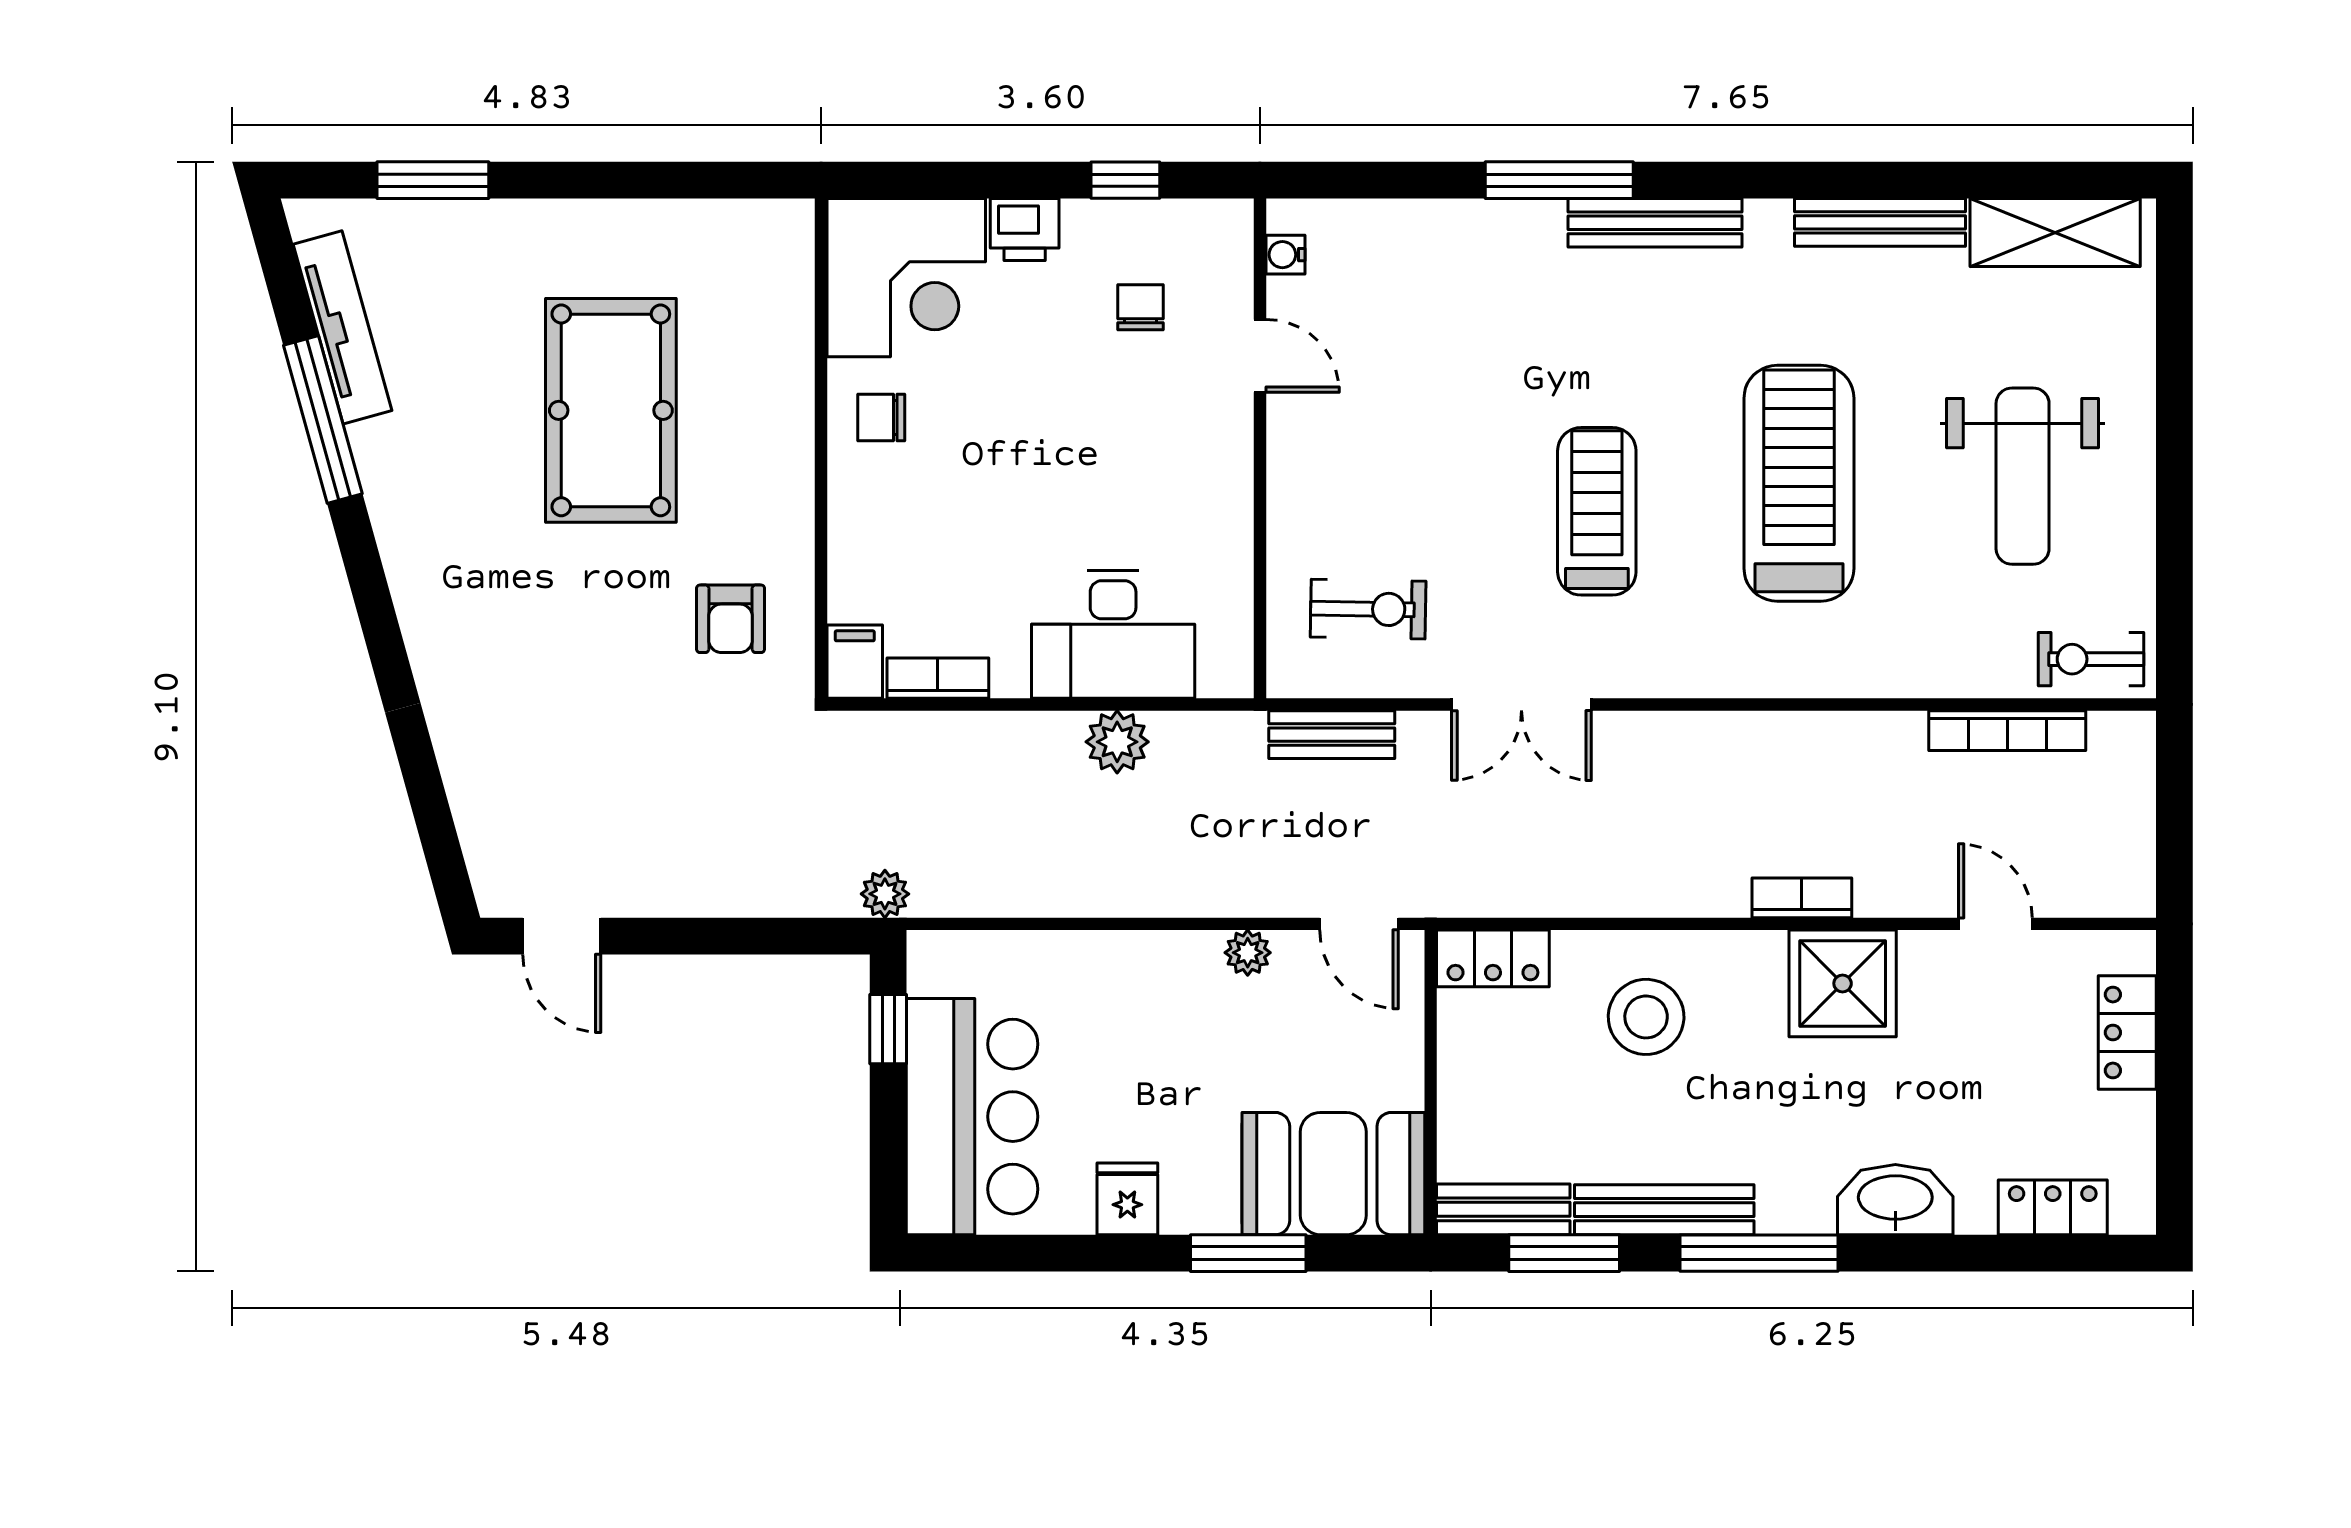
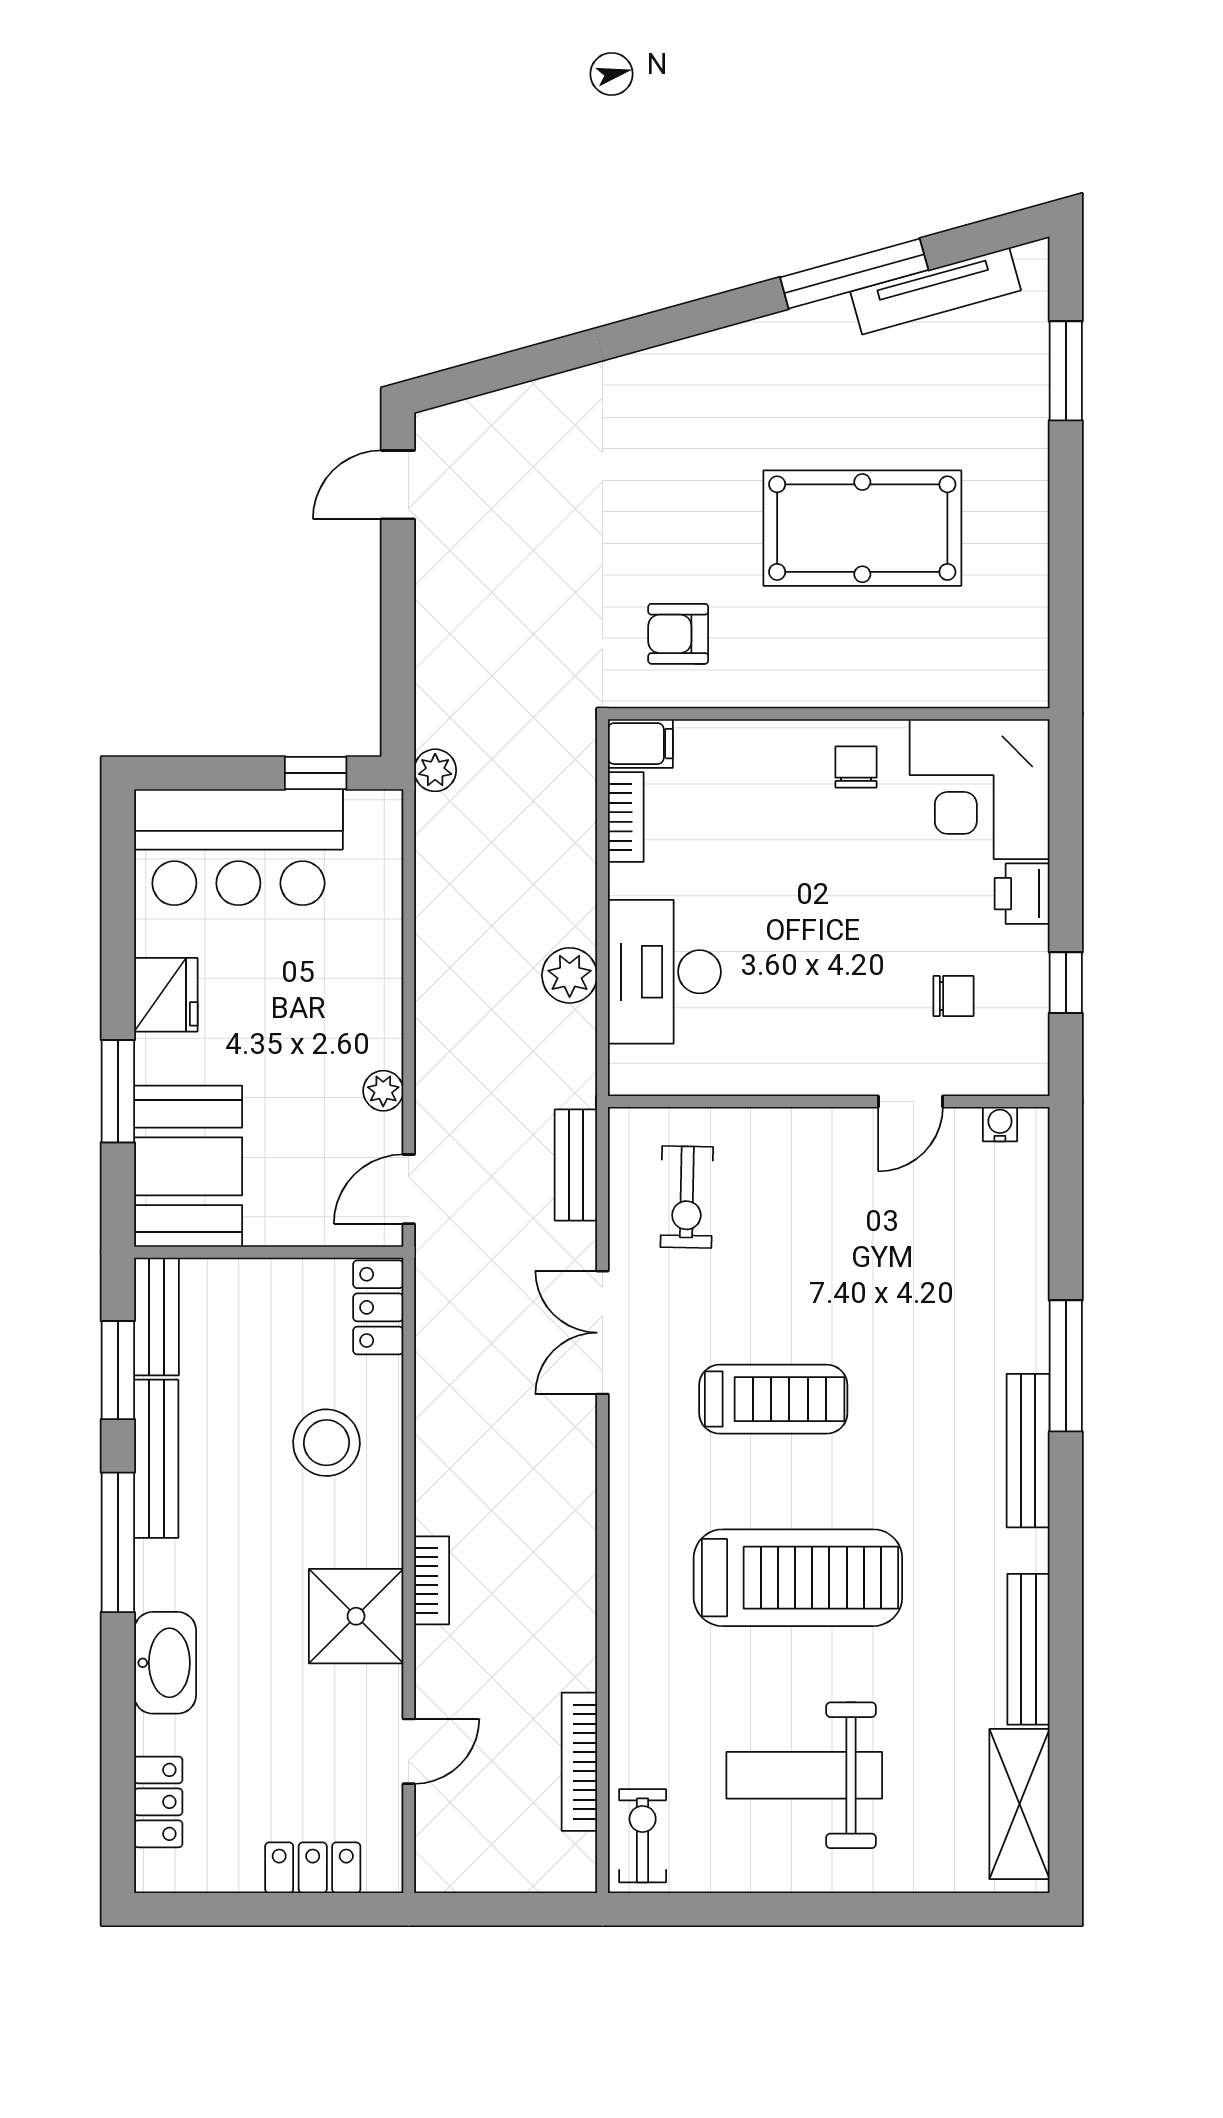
fridge: (1127, 1199) -> (166, 995), width x1.38

